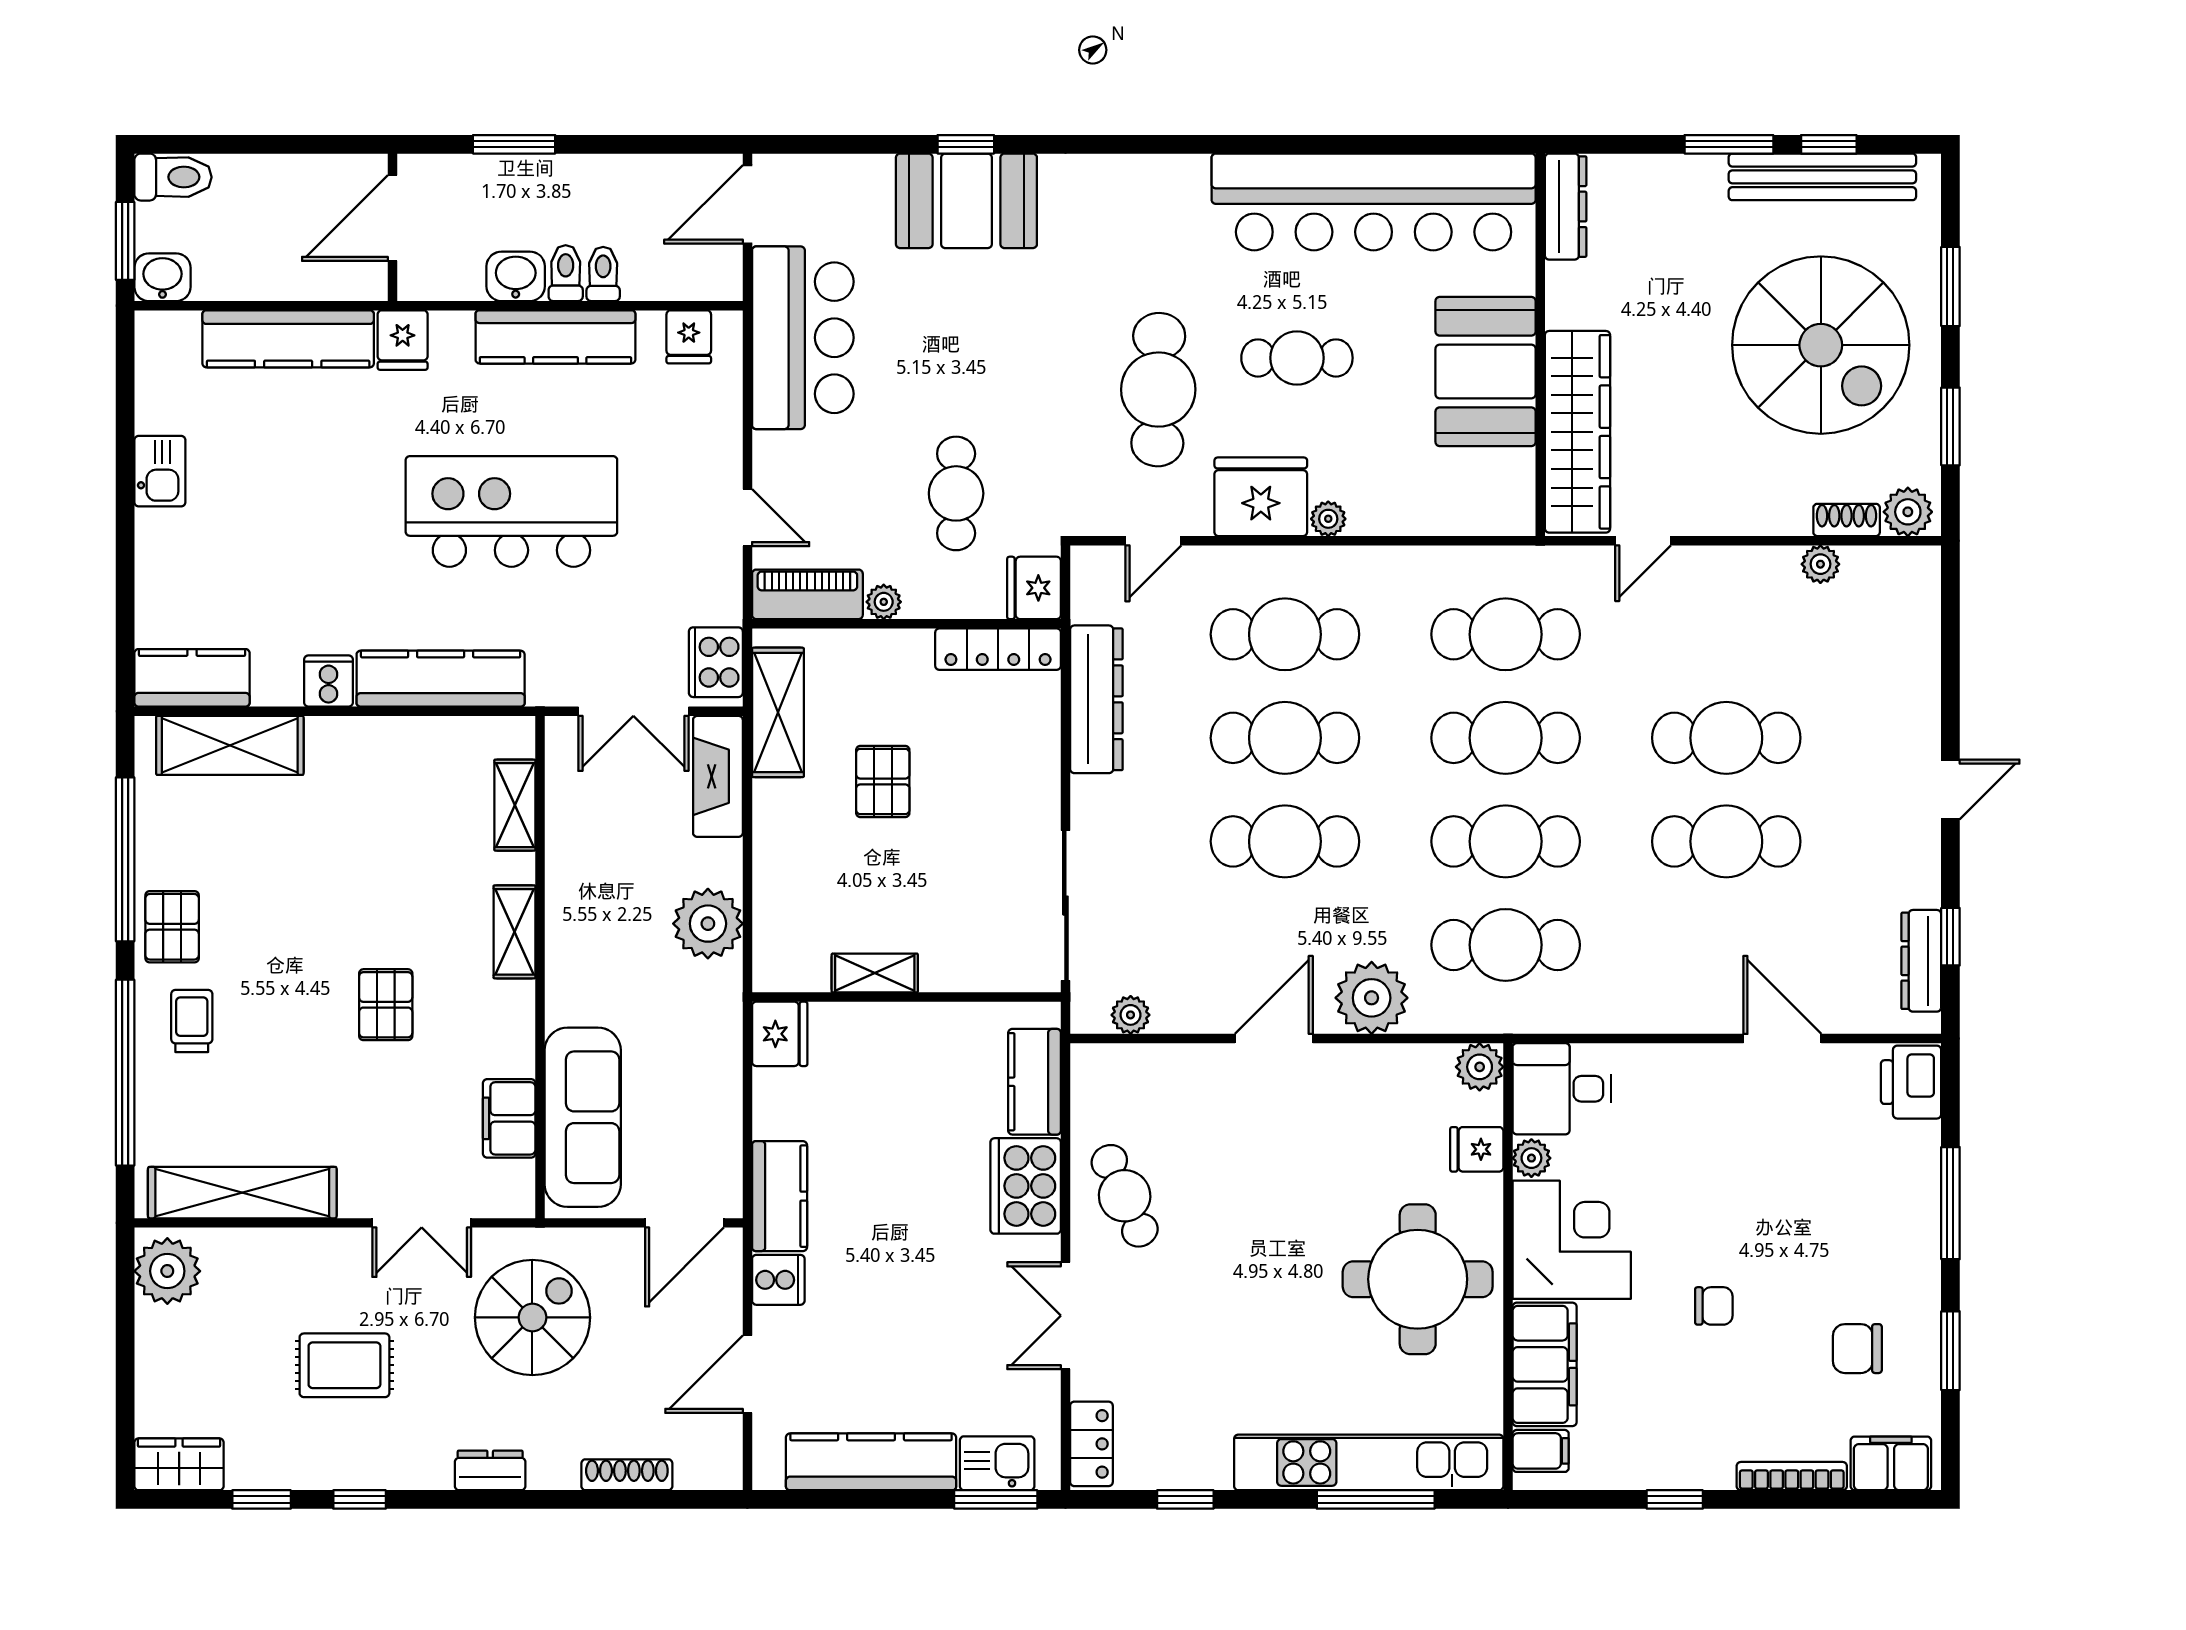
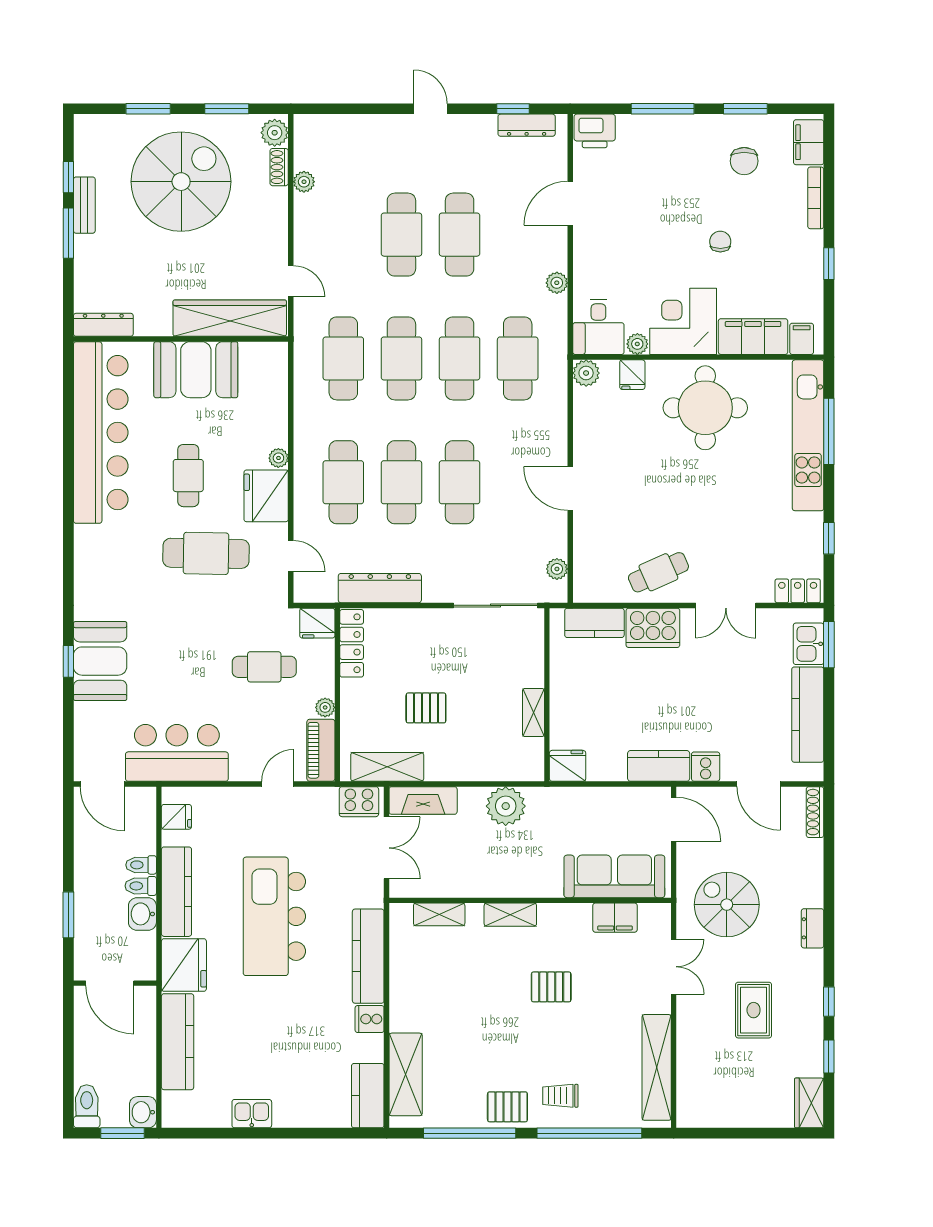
bench: (1822, 177) -> (84, 205), width x0.54, depth x0.82
fridge: (403, 340) -> (184, 965), width x1.88, depth x1.34
plant: (1372, 998) -> (557, 283), moved, width x0.53, depth x0.53
plant: (167, 1271) -> (701, 1109), removed
shoe rack: (627, 1475) -> (815, 812), moved

